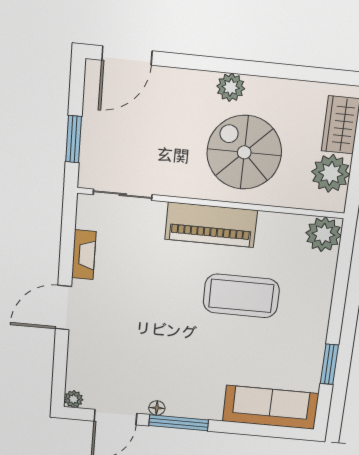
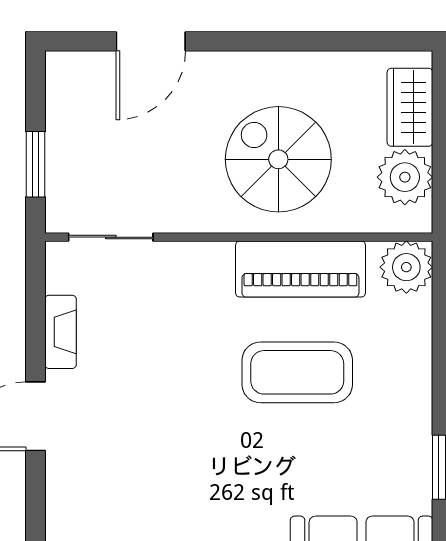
door: (127, 55) -> (151, 41), moved
plant: (231, 87) -> (250, 71), removed
piano: (211, 225) -> (300, 269), moved

